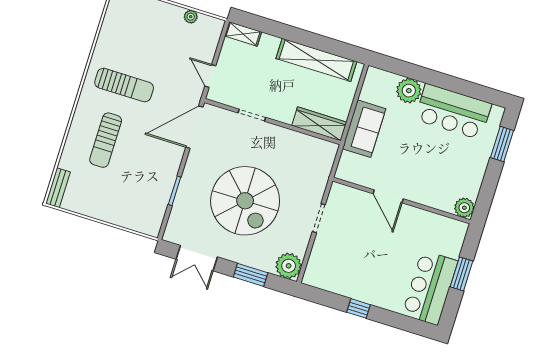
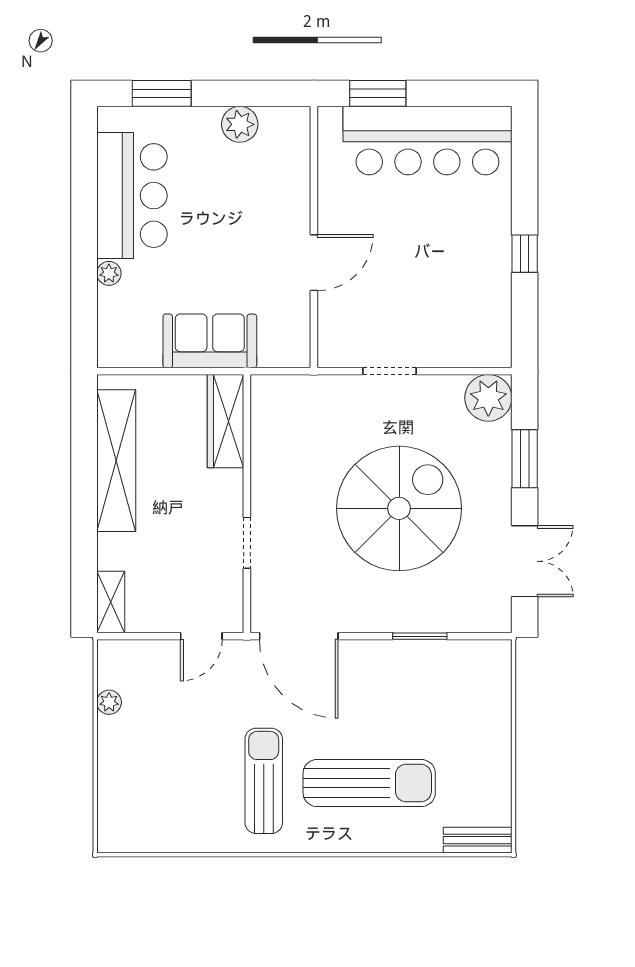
plant: (409, 91) -> (109, 273), width x0.53, depth x0.53
sun lounger: (106, 140) -> (369, 783), width x1.36, depth x1.34
plant: (464, 208) -> (240, 124), moved
window: (462, 274) -> (378, 93), moved
bar counter: (430, 288) -> (427, 141), width x1.36

